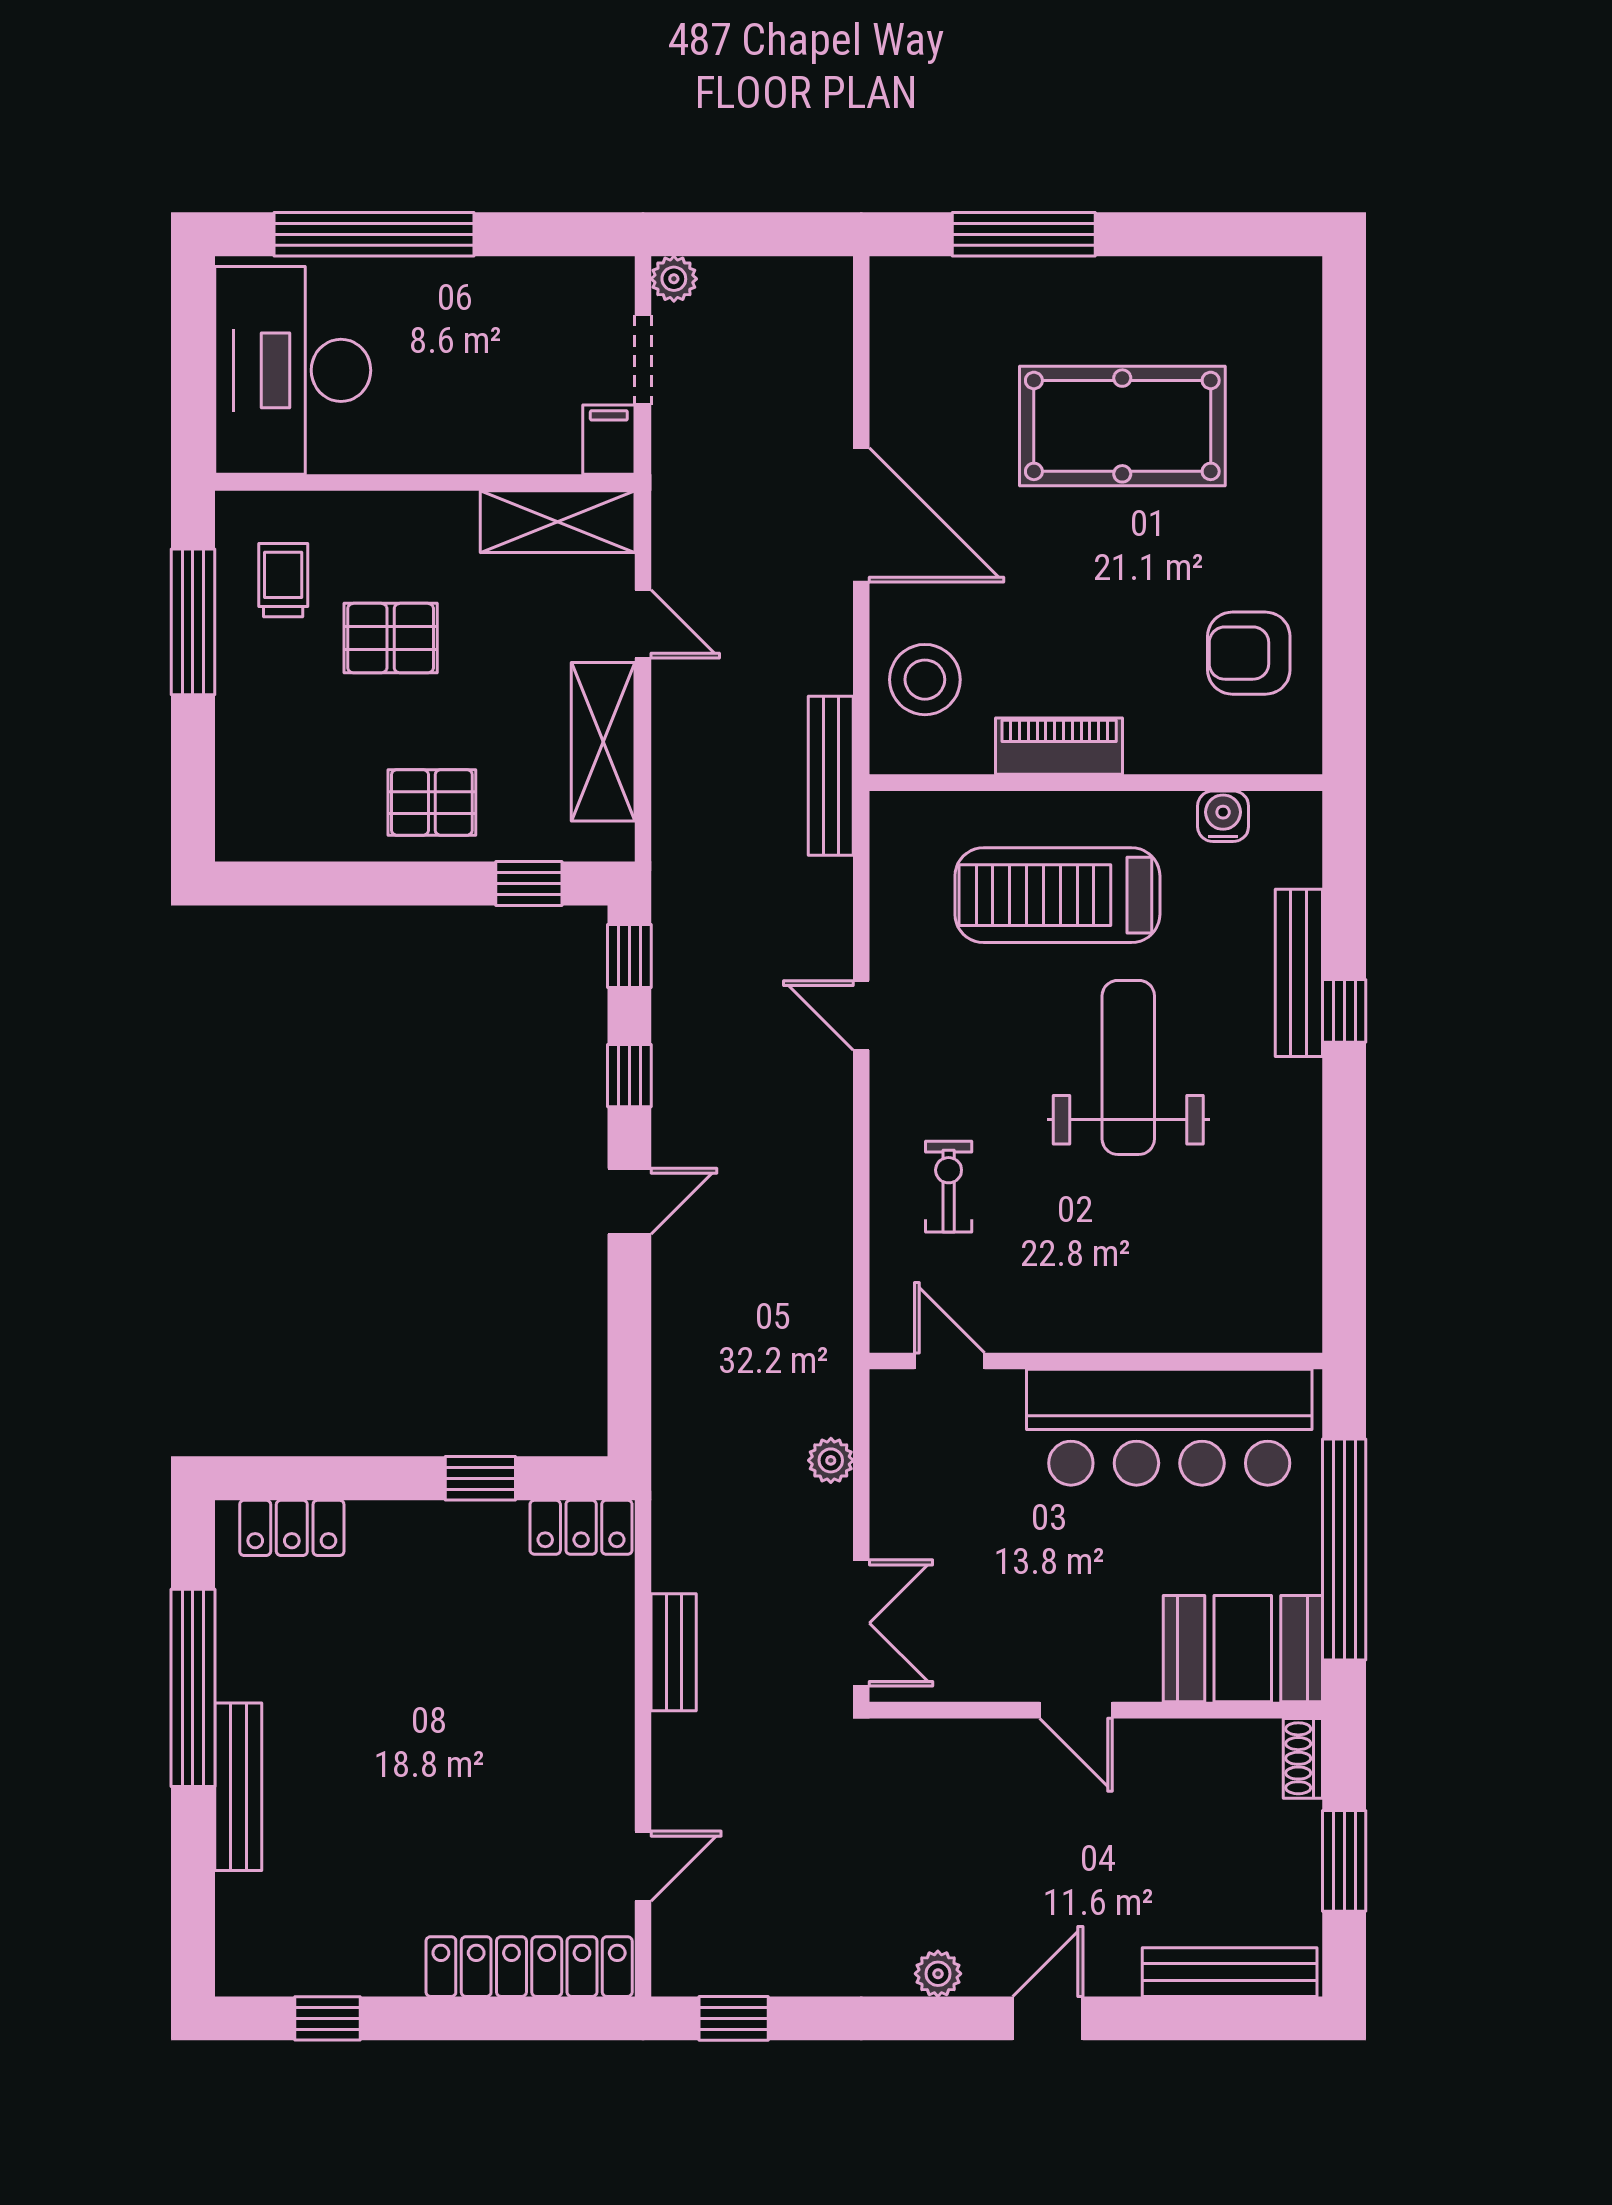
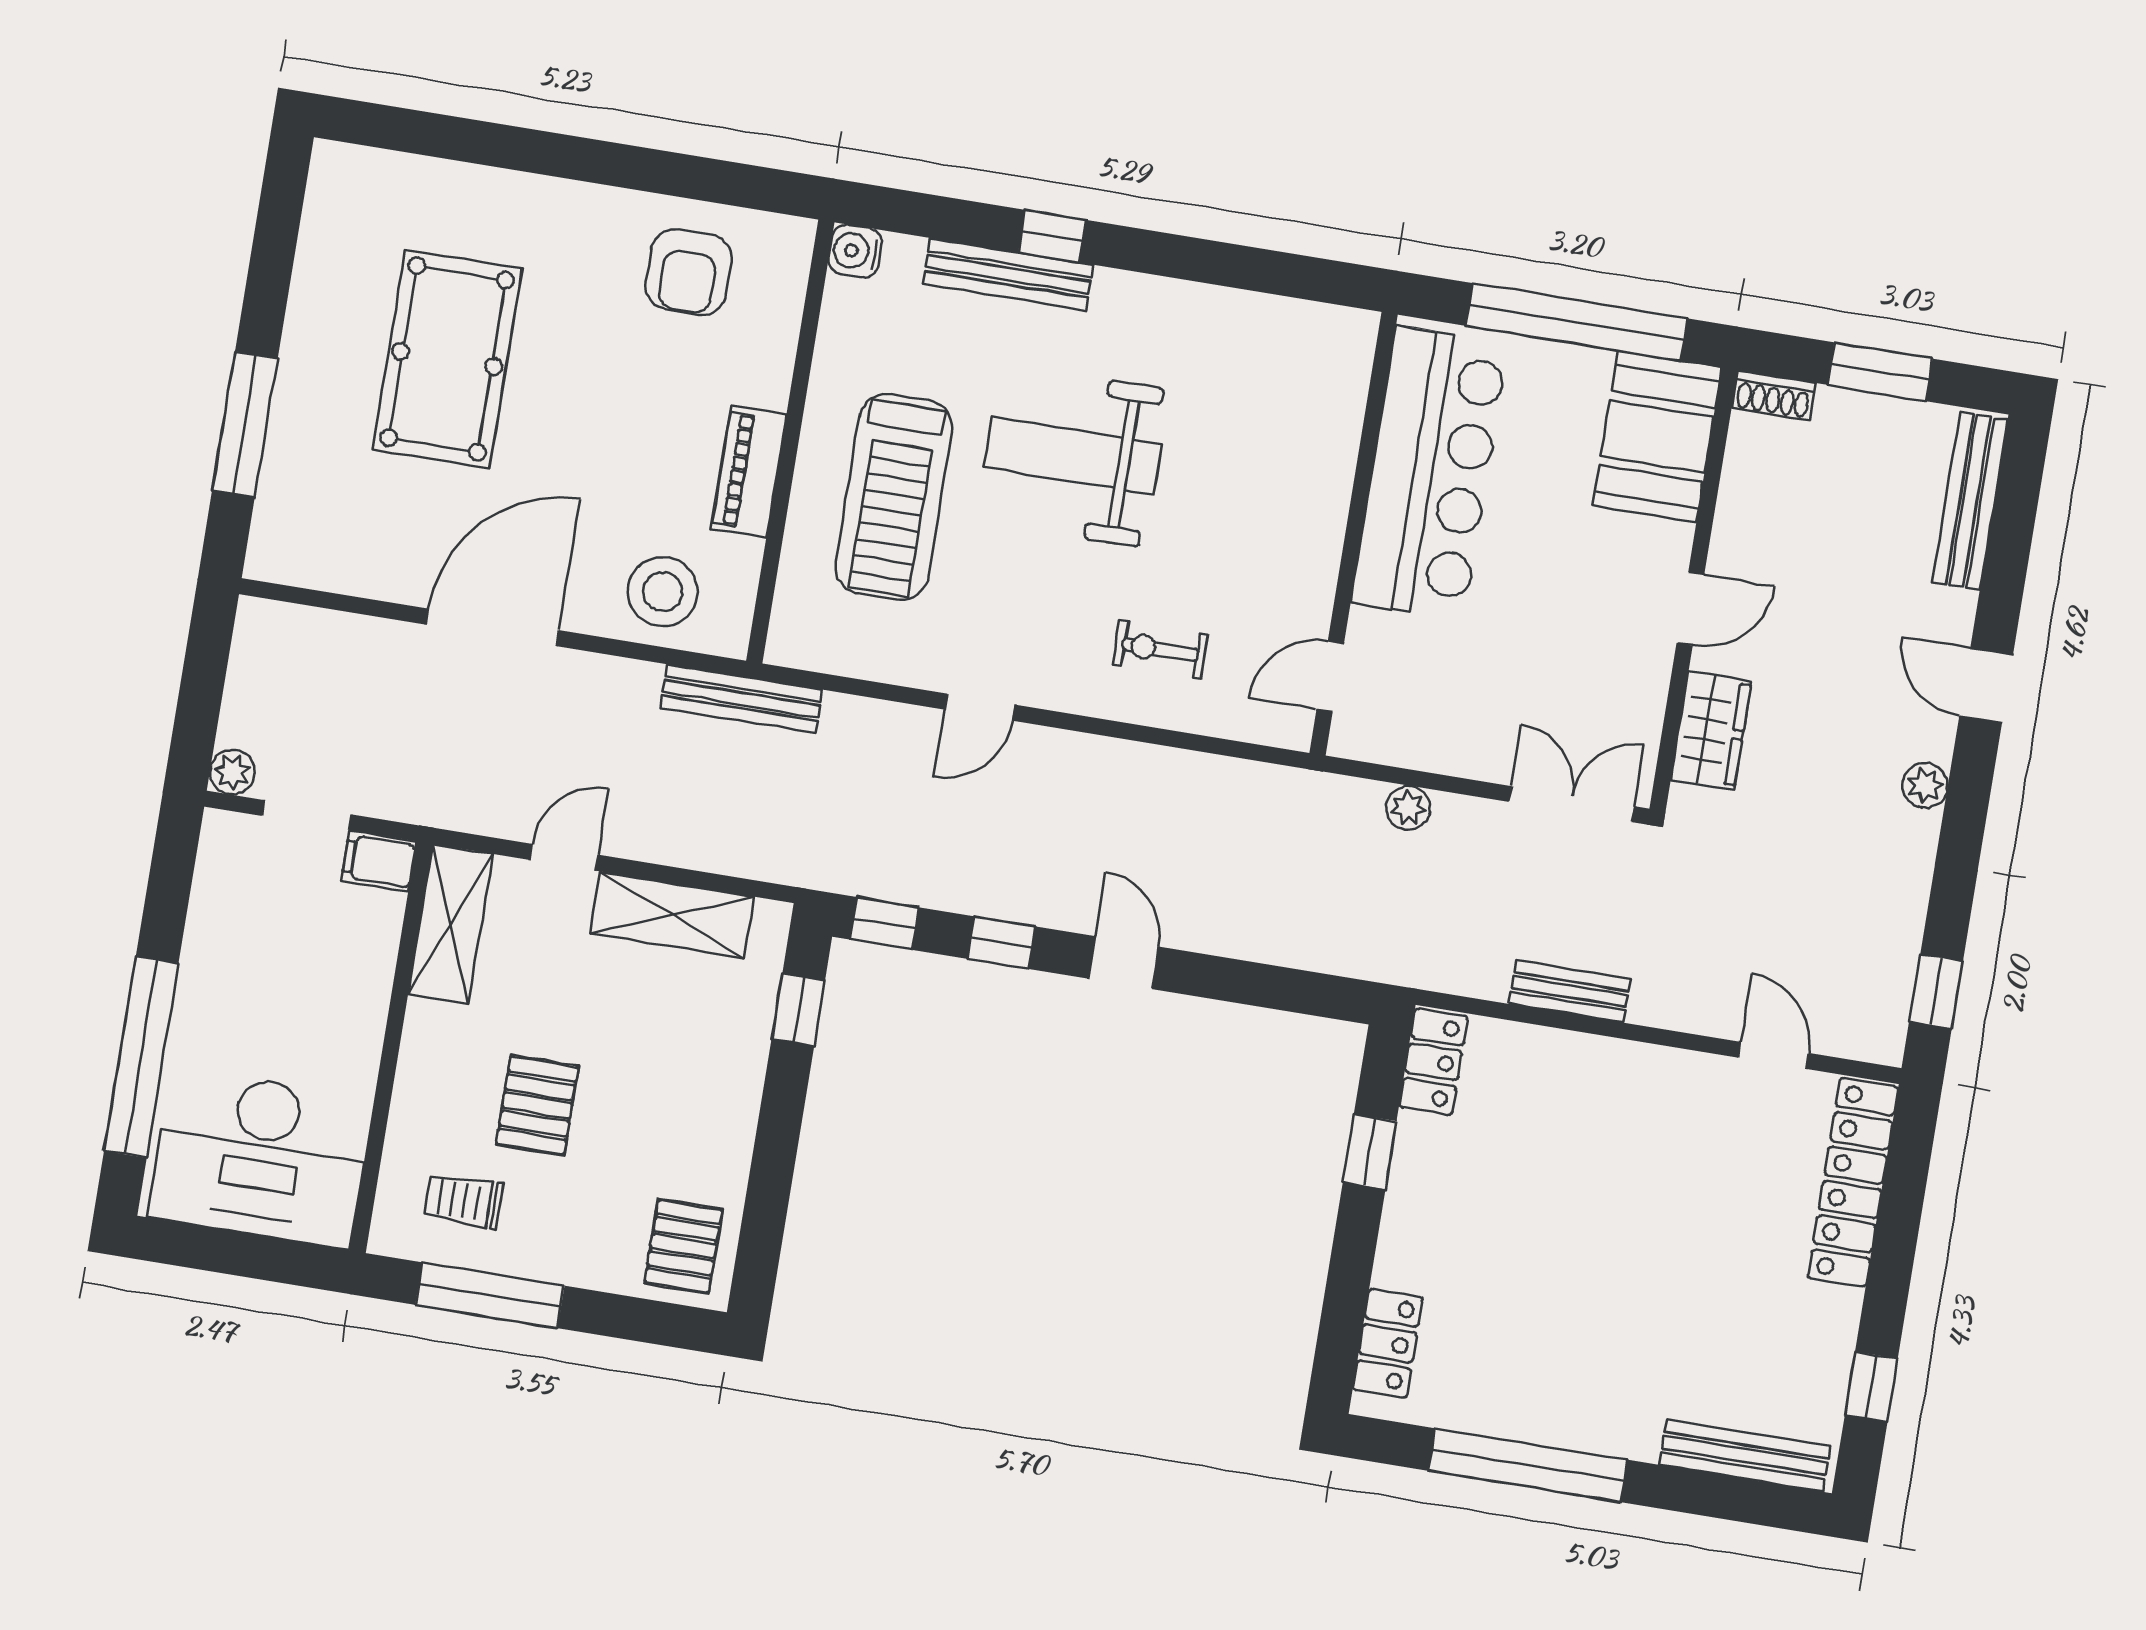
pallet: (432, 802) -> (684, 1246), moved
water cooler: (1223, 816) -> (855, 251), moved
wardrobe: (958, 1751) -> (1711, 730), added
bench: (238, 1787) -> (1745, 1455), moved

